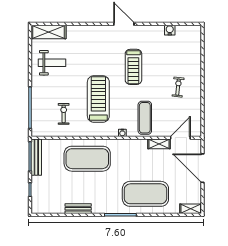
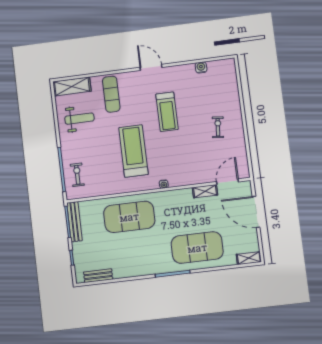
exercise bike: (64, 114) -> (77, 175), moved
exercise mat: (145, 118) -> (111, 94), moved
bench: (78, 209) -> (98, 276), moved

